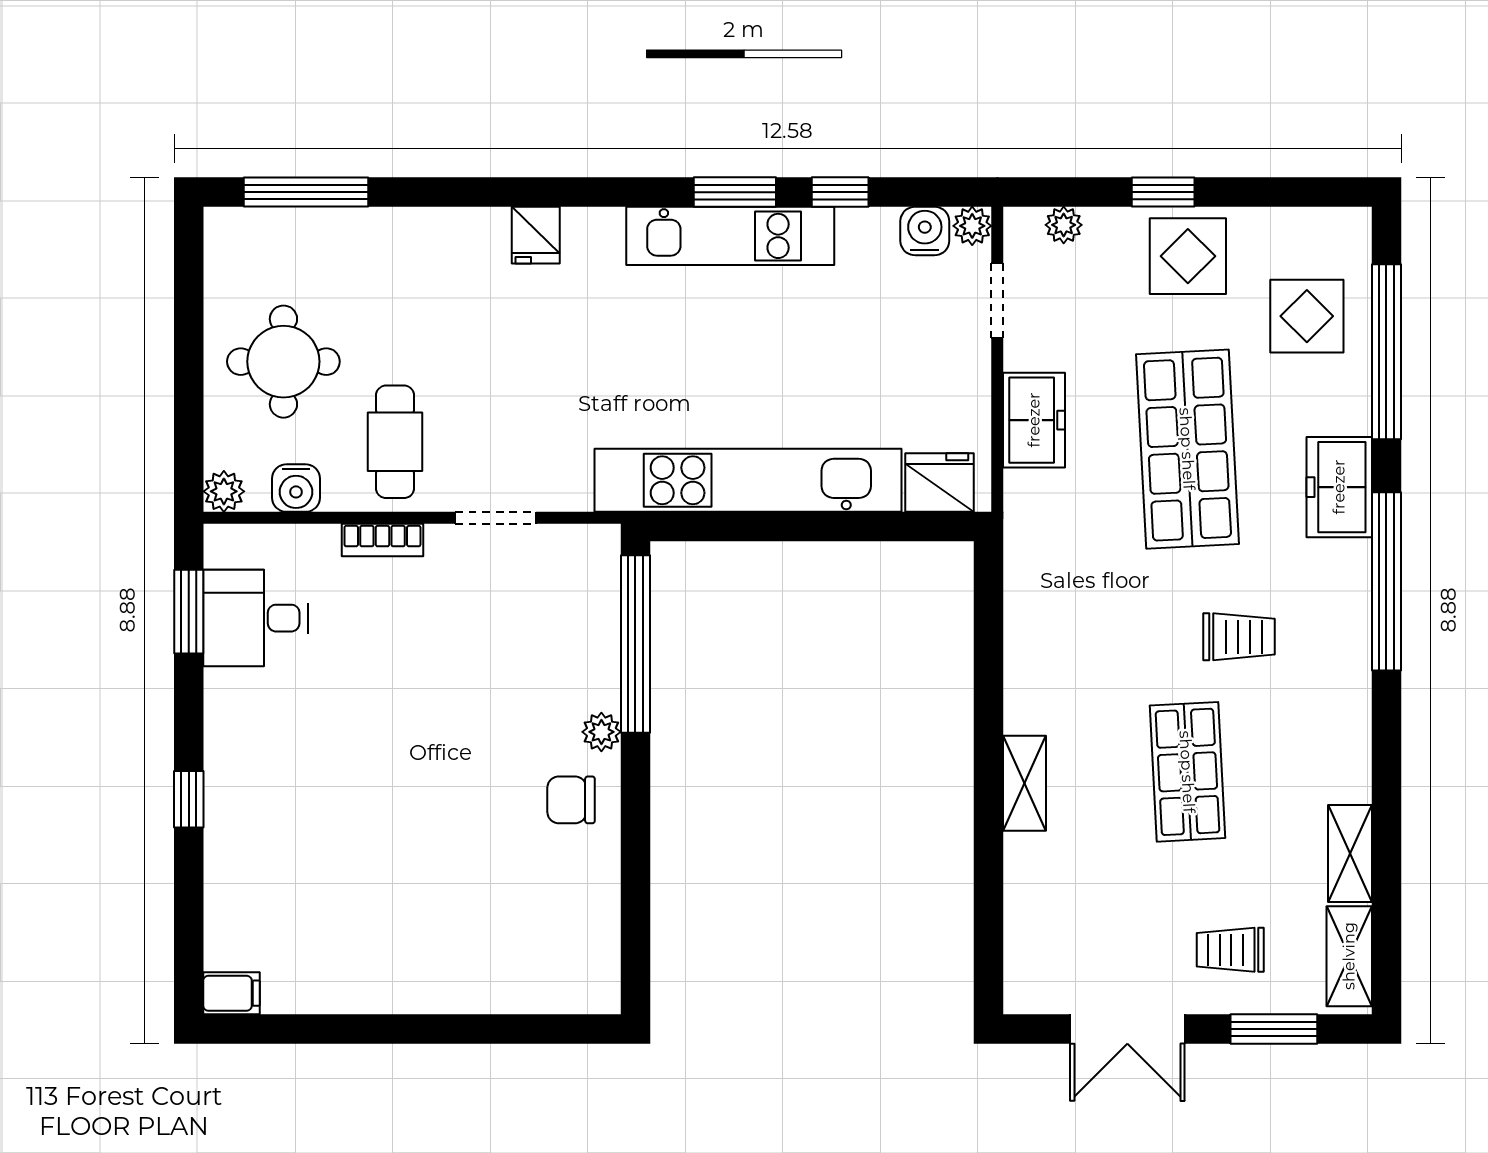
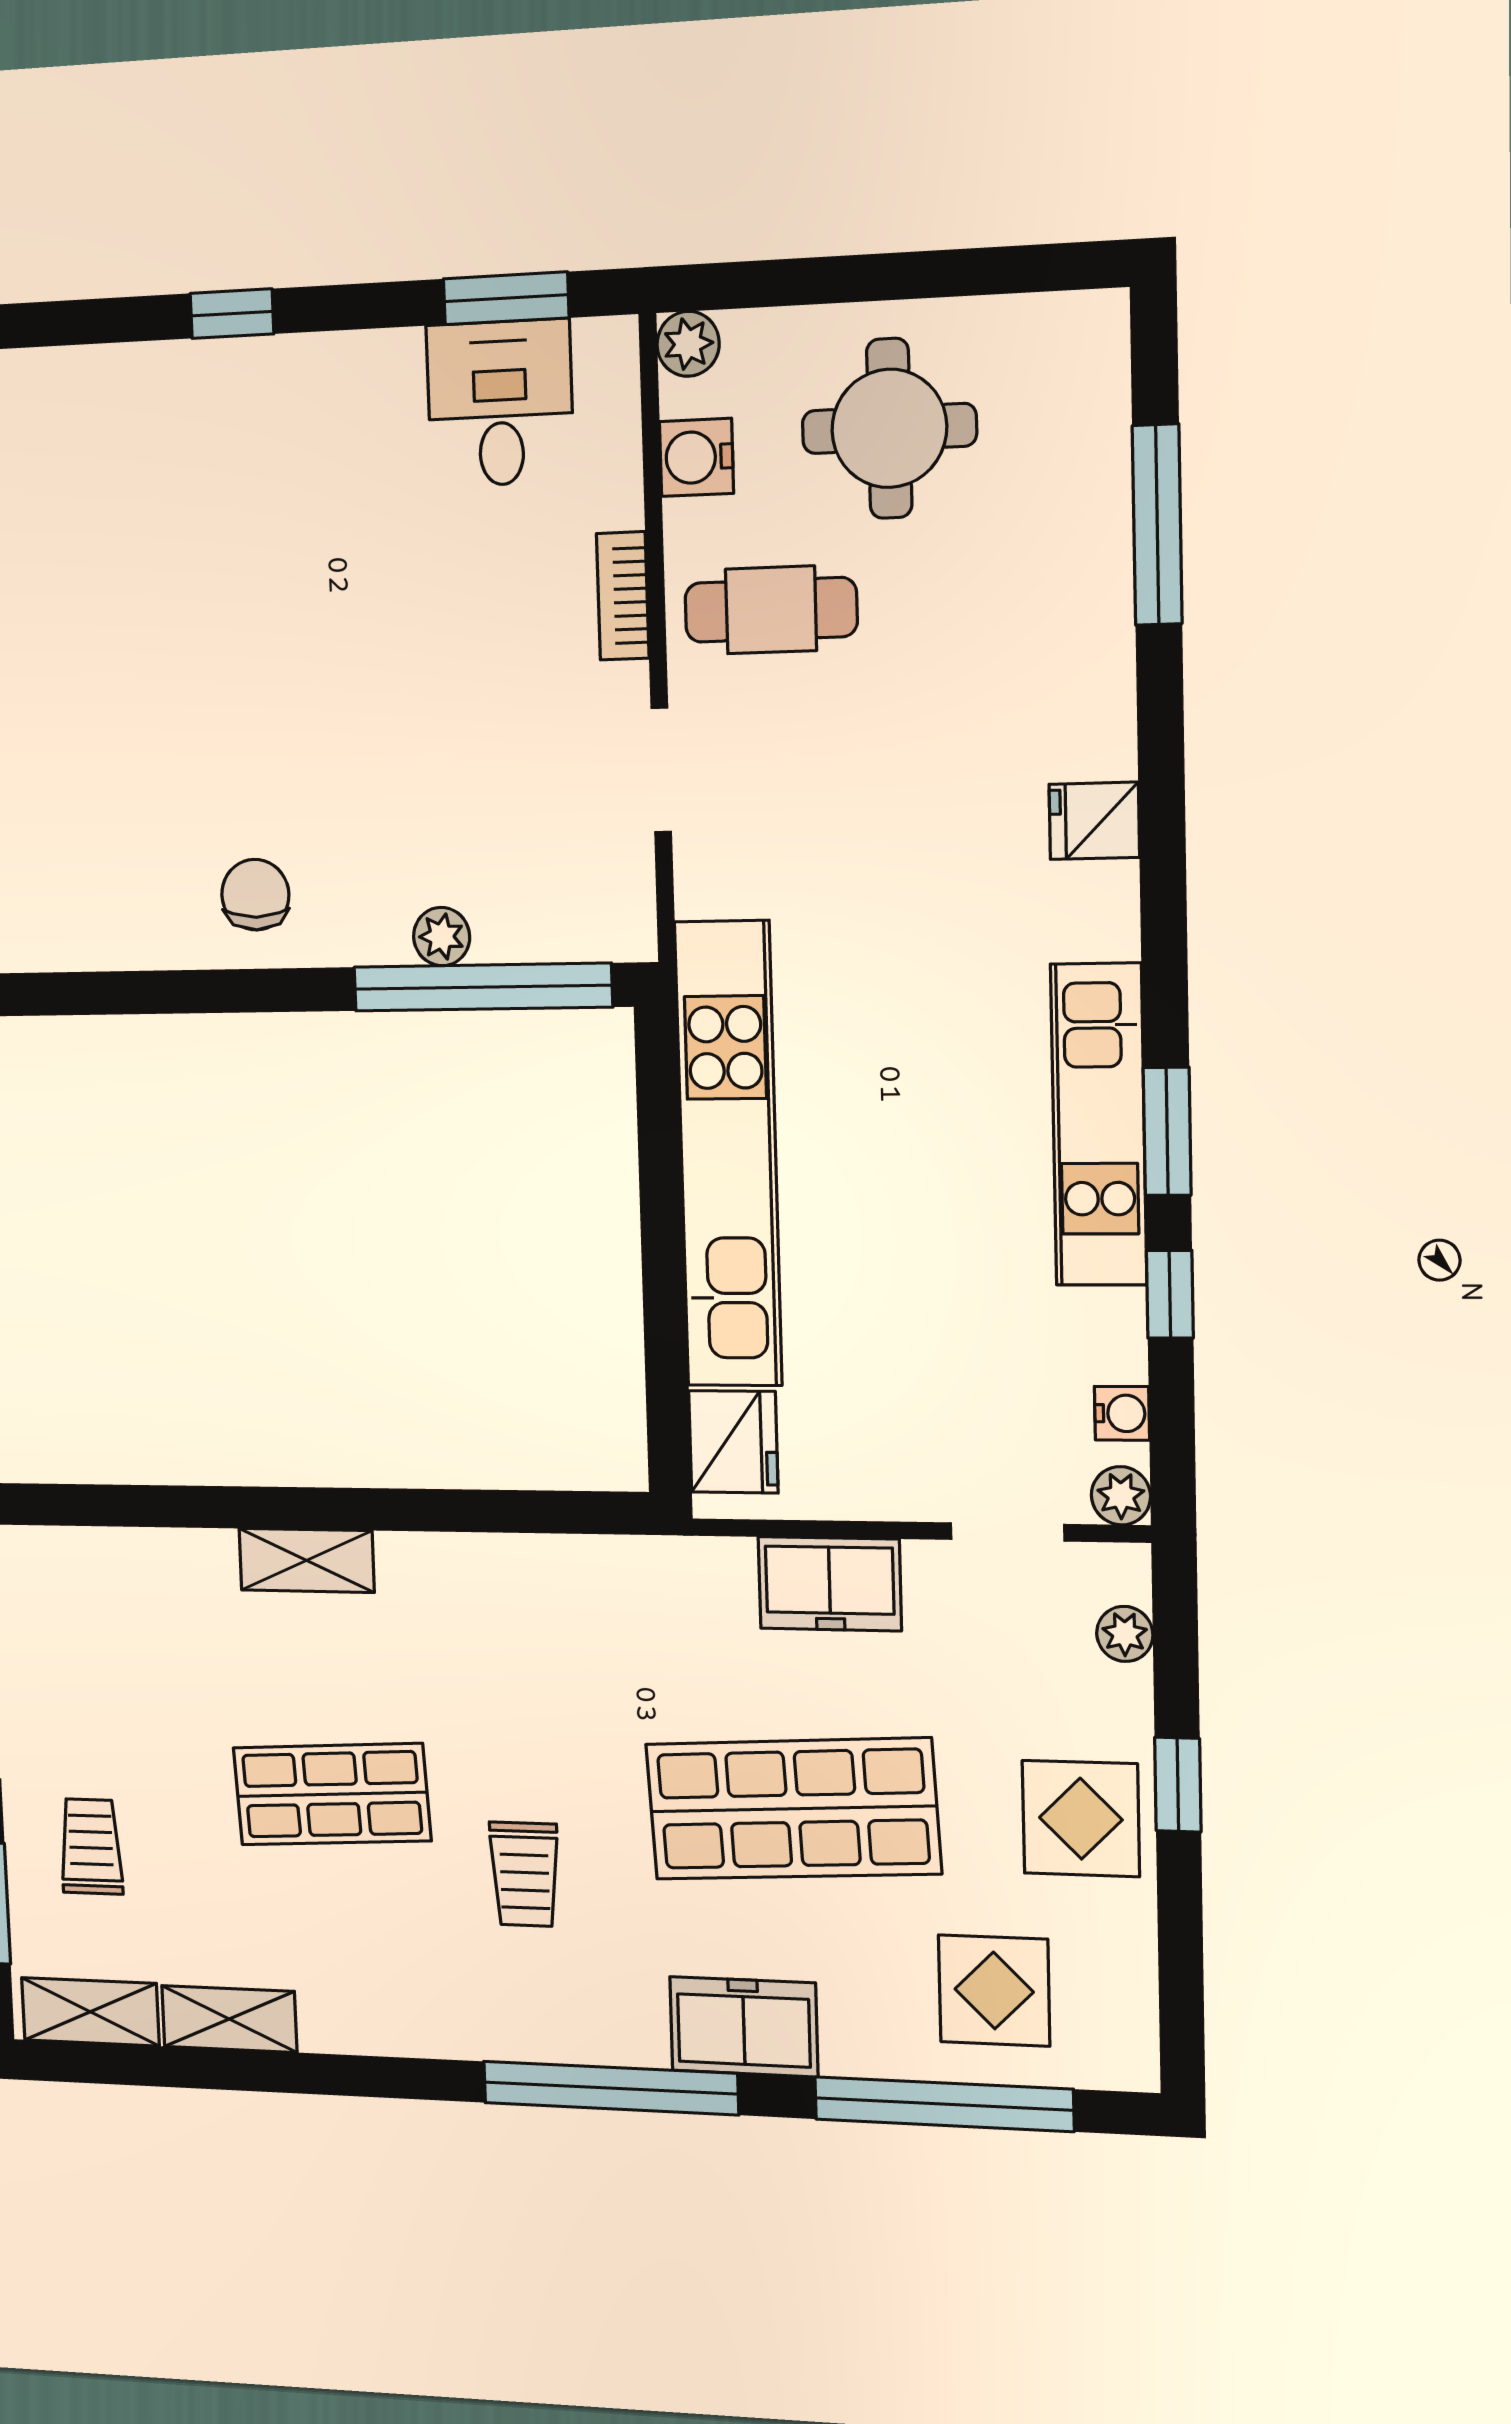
window: (306, 192) -> (1157, 525), moved
water cooler: (925, 231) -> (1122, 1413), width x0.72, depth x0.72
plant: (601, 732) -> (442, 937), moved

